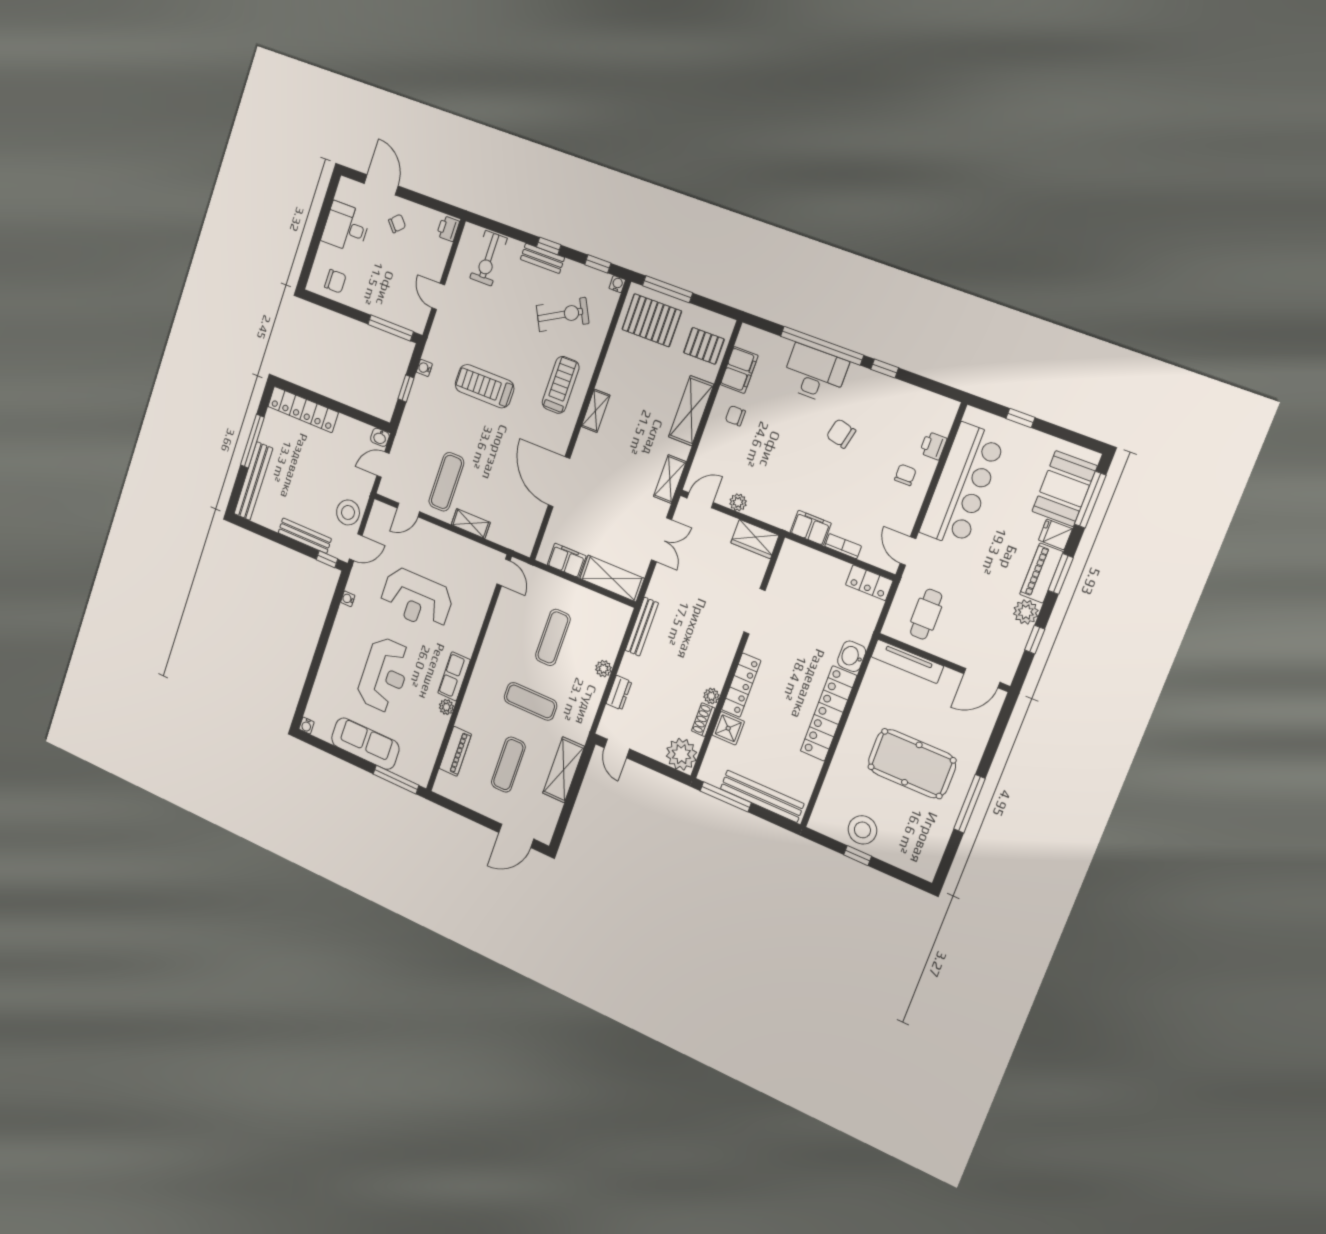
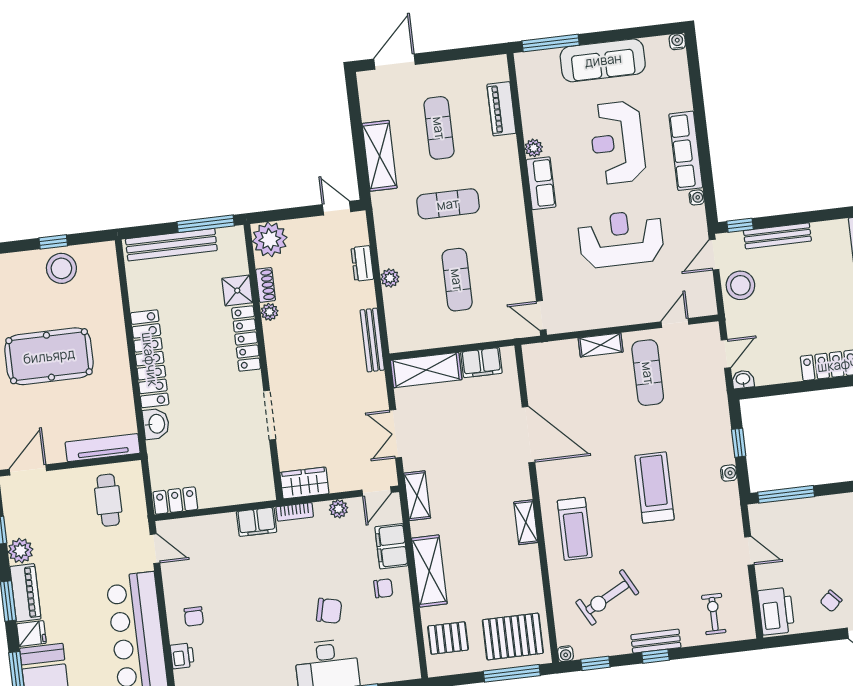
printer: (448, 229) -> (776, 611), width x1.87, depth x1.48
exercise bike: (488, 258) -> (714, 614), width x0.73, depth x0.72
filing cabinet: (739, 370) -> (391, 546), moved
treadmill: (484, 386) -> (655, 488), turned -90
chair: (841, 434) -> (329, 611), moved
bookcase: (843, 546) -> (295, 512), moved
row of seats: (339, 639) -> (686, 151), added

